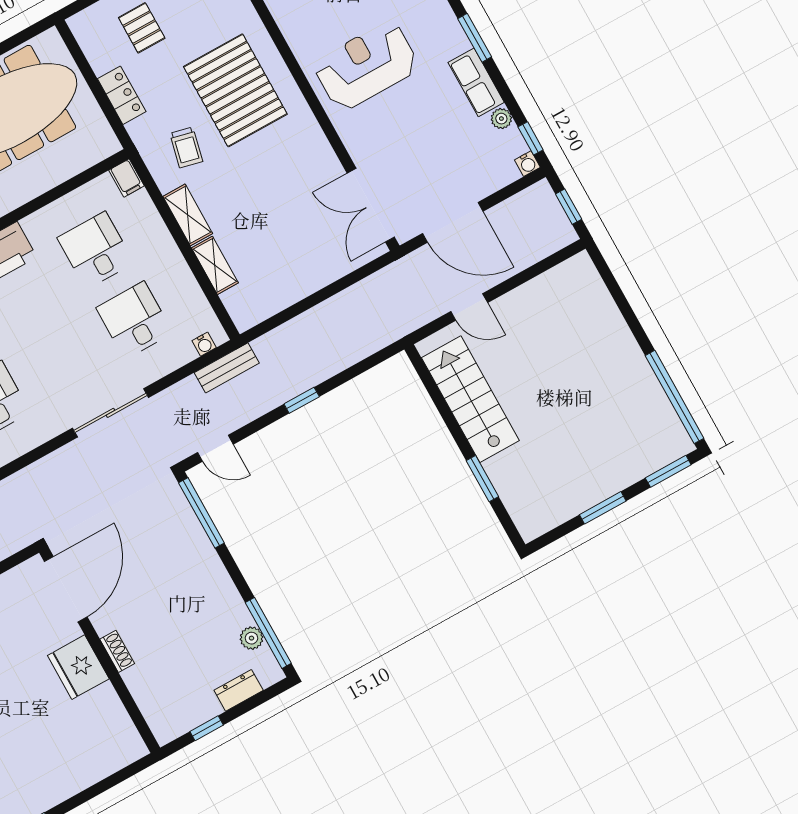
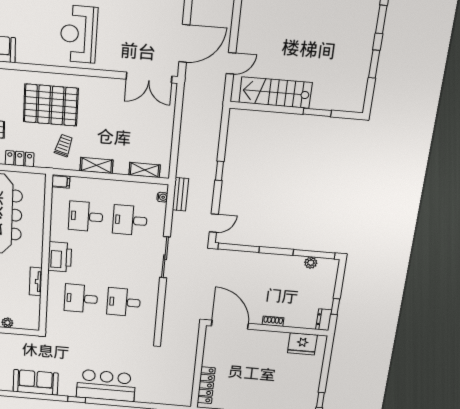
trolley: (186, 147) -> (64, 145), turned -88
shelving: (215, 265) -> (145, 170), moved
fridge: (78, 667) -> (302, 344), moved
dresser: (239, 690) -> (324, 320), moved

